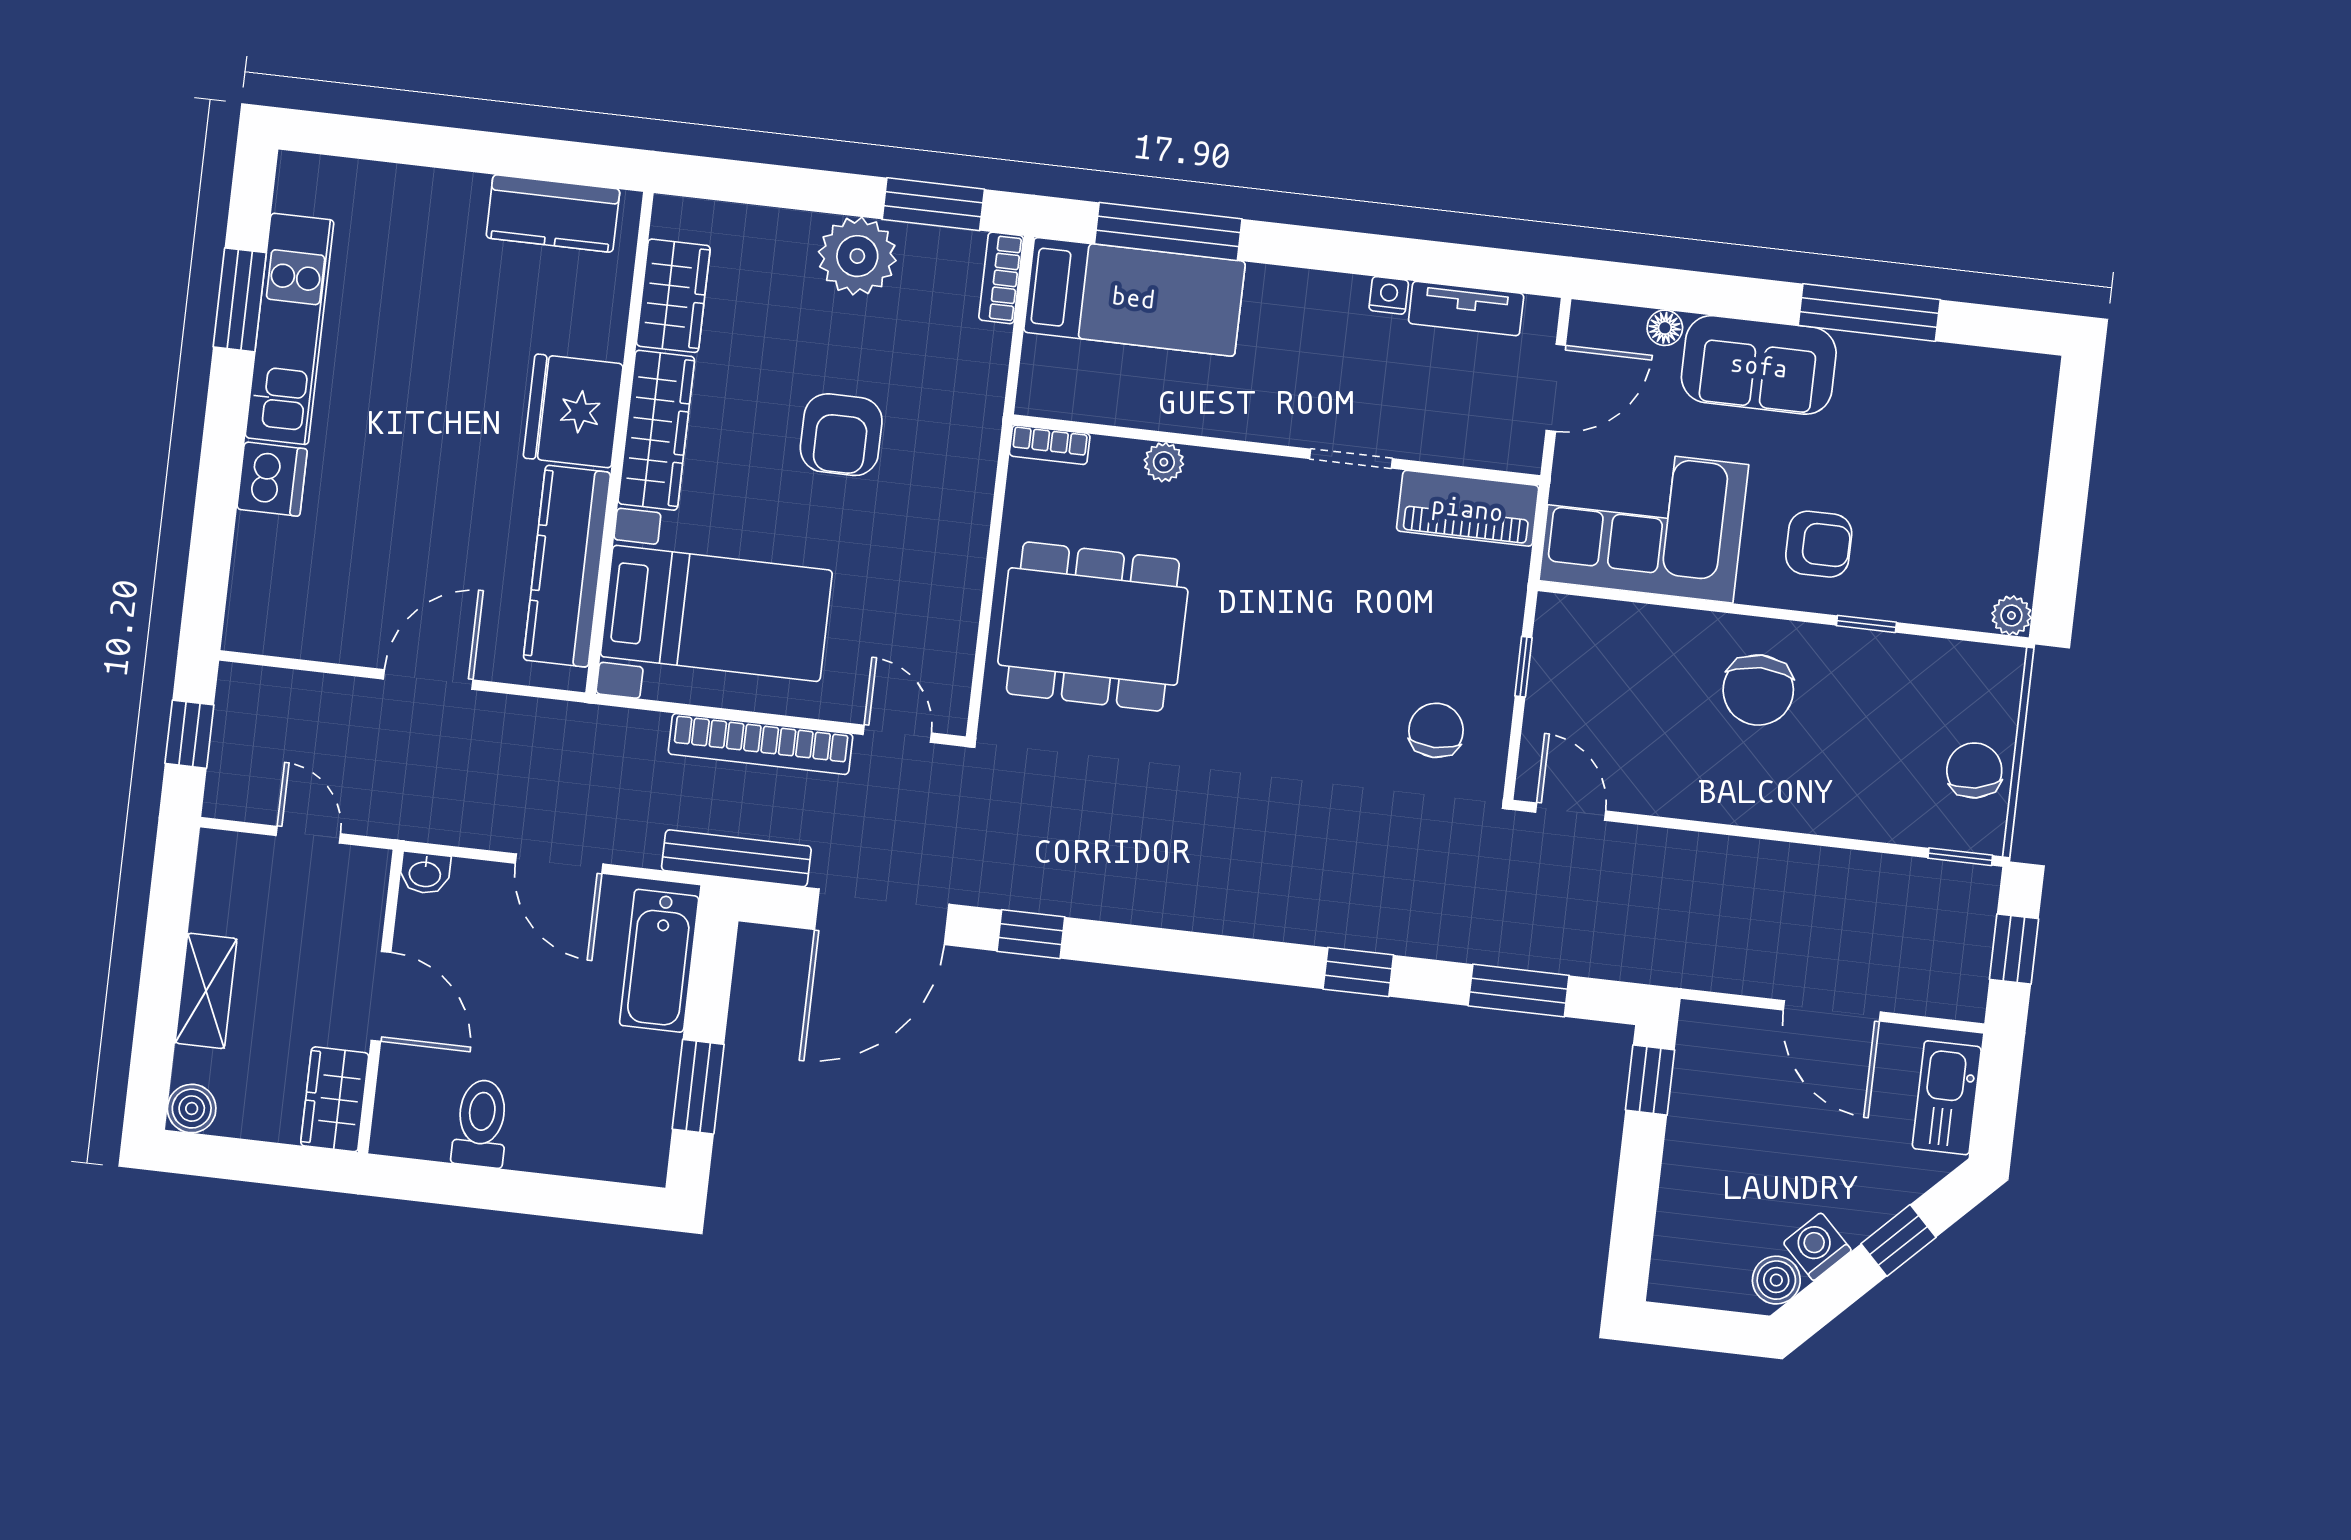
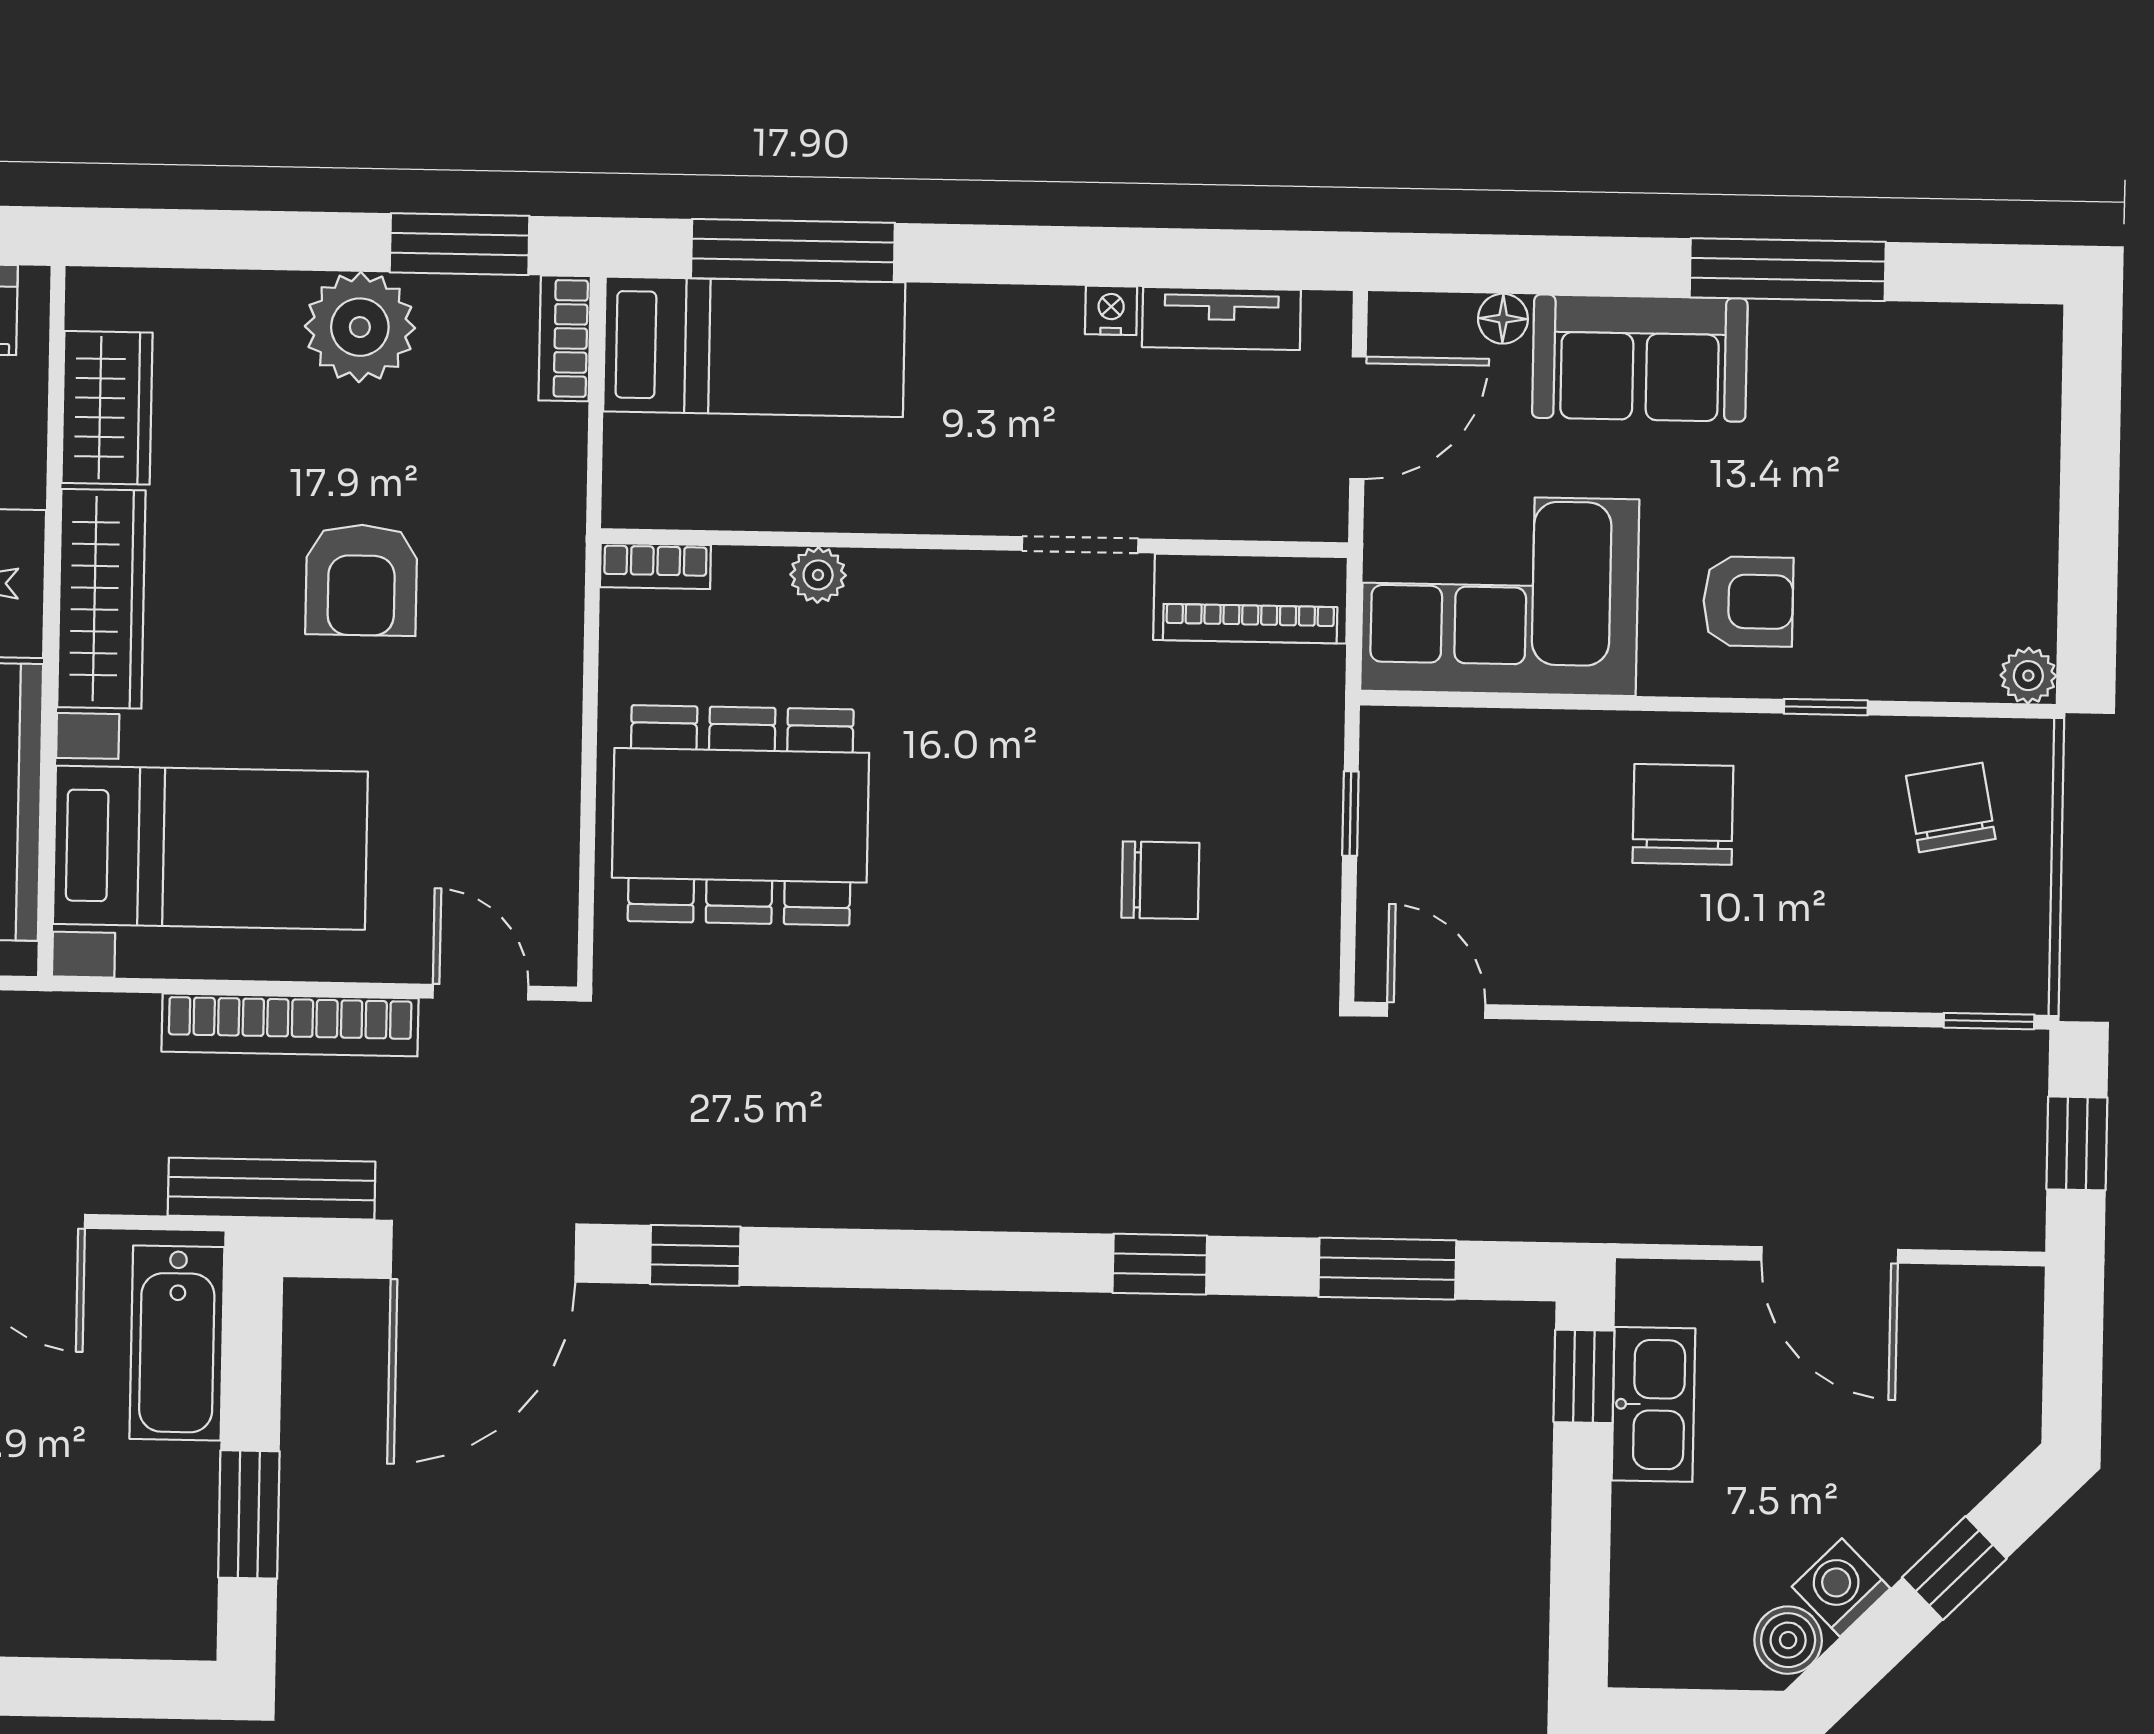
chair: (1758, 690) -> (1683, 814), turned 180
chair: (1436, 730) -> (1160, 880), moved, turned 90
chair: (1974, 770) -> (1951, 807), moved
kitchen sink: (1947, 1098) -> (1653, 1404), moved, turned 180

